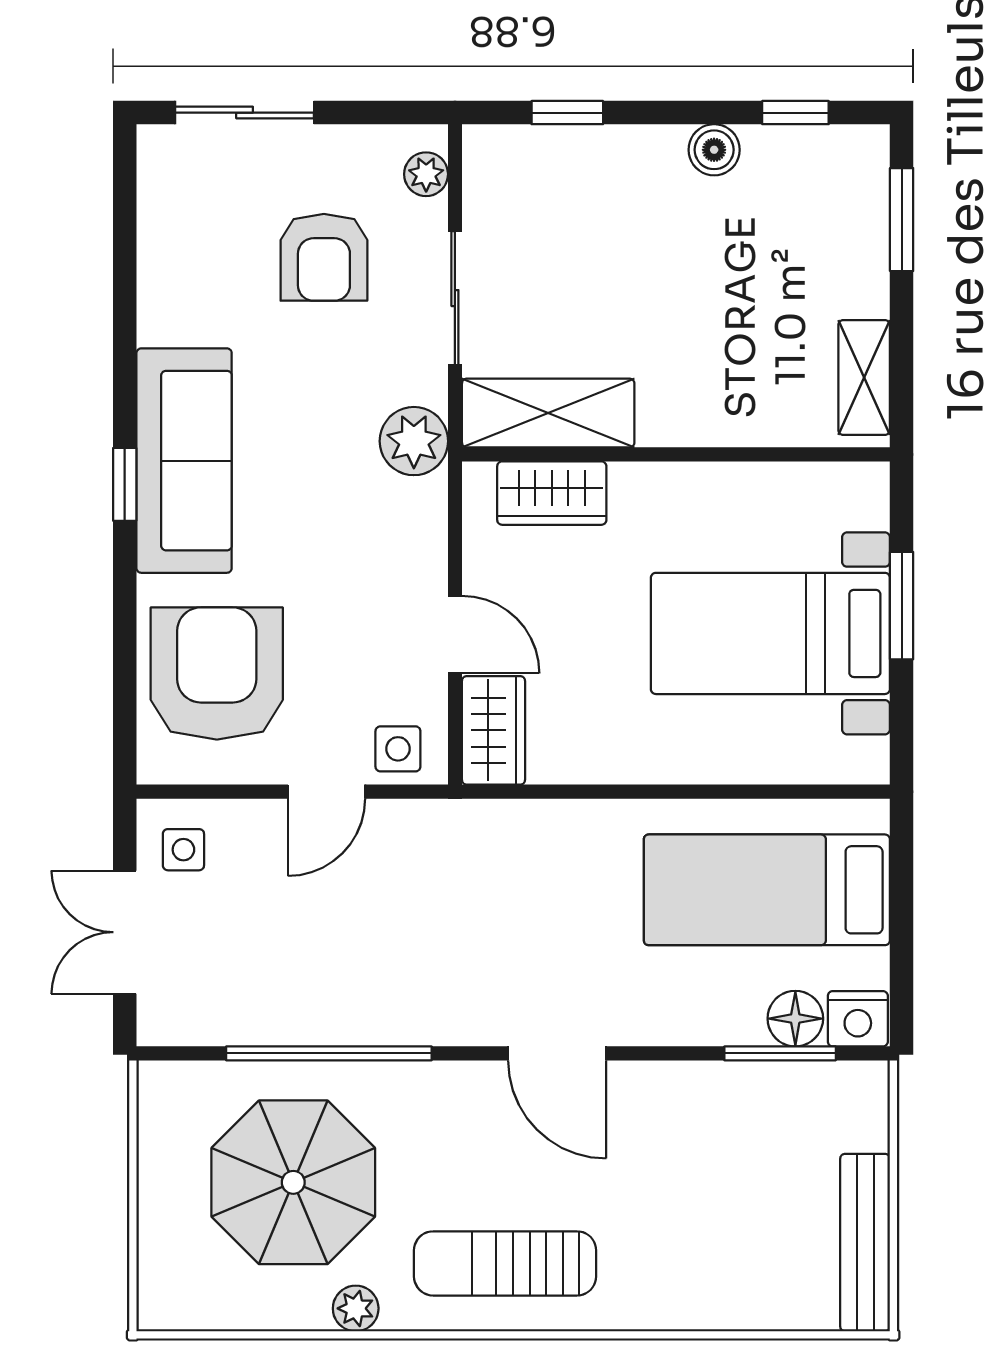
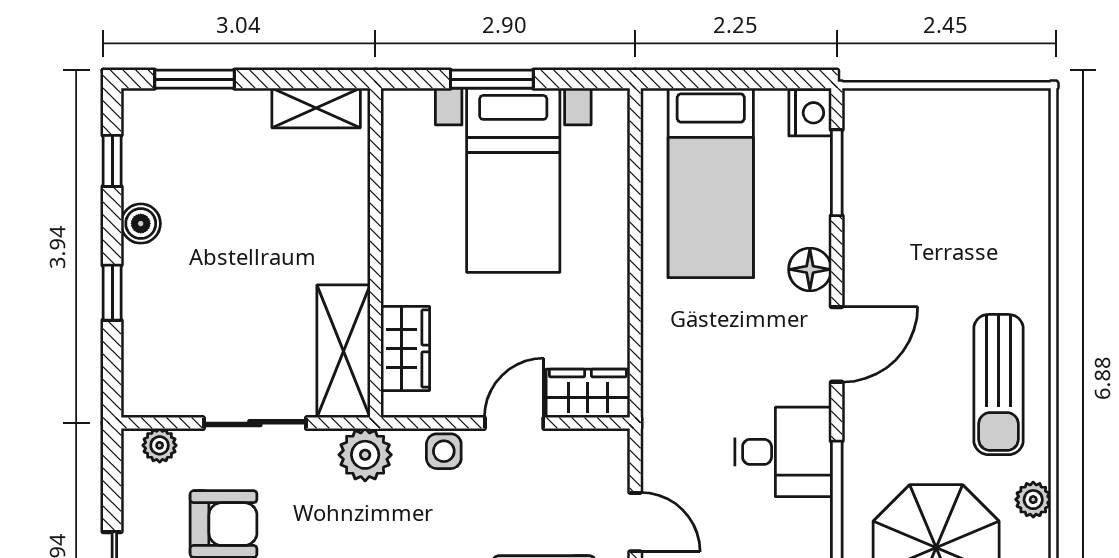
window: (567, 113) -> (112, 293), moved
side table: (398, 749) -> (444, 451), moved
desk: (418, 984) -> (783, 452), added
floor lamp: (795, 1019) -> (810, 269), moved
bench: (865, 1243) -> (982, 107), removed

